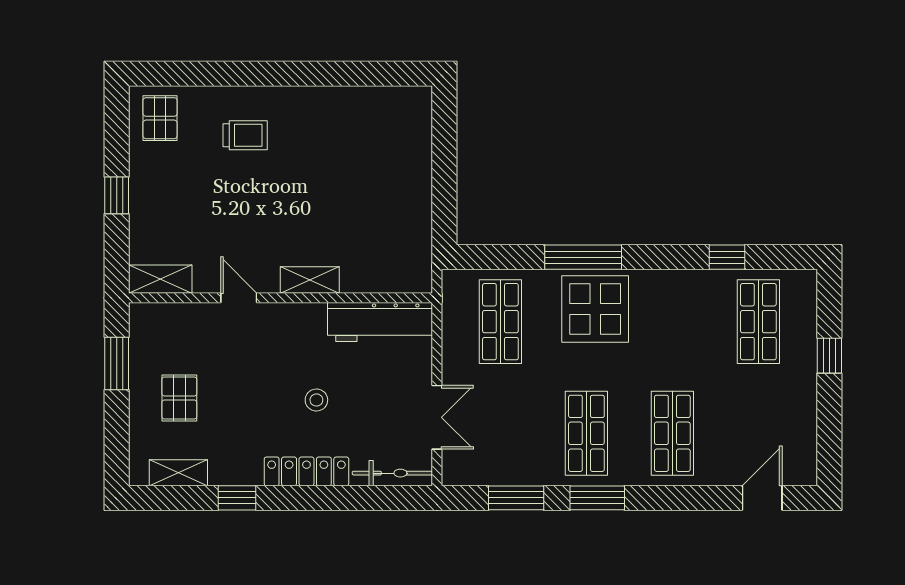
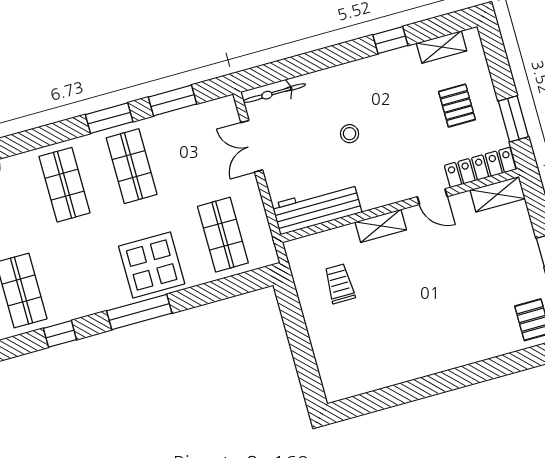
trolley: (245, 135) -> (340, 284), moved, turned 90
window: (583, 257) -> (139, 312), moved
locker: (306, 471) -> (480, 167), moved, turned 180

